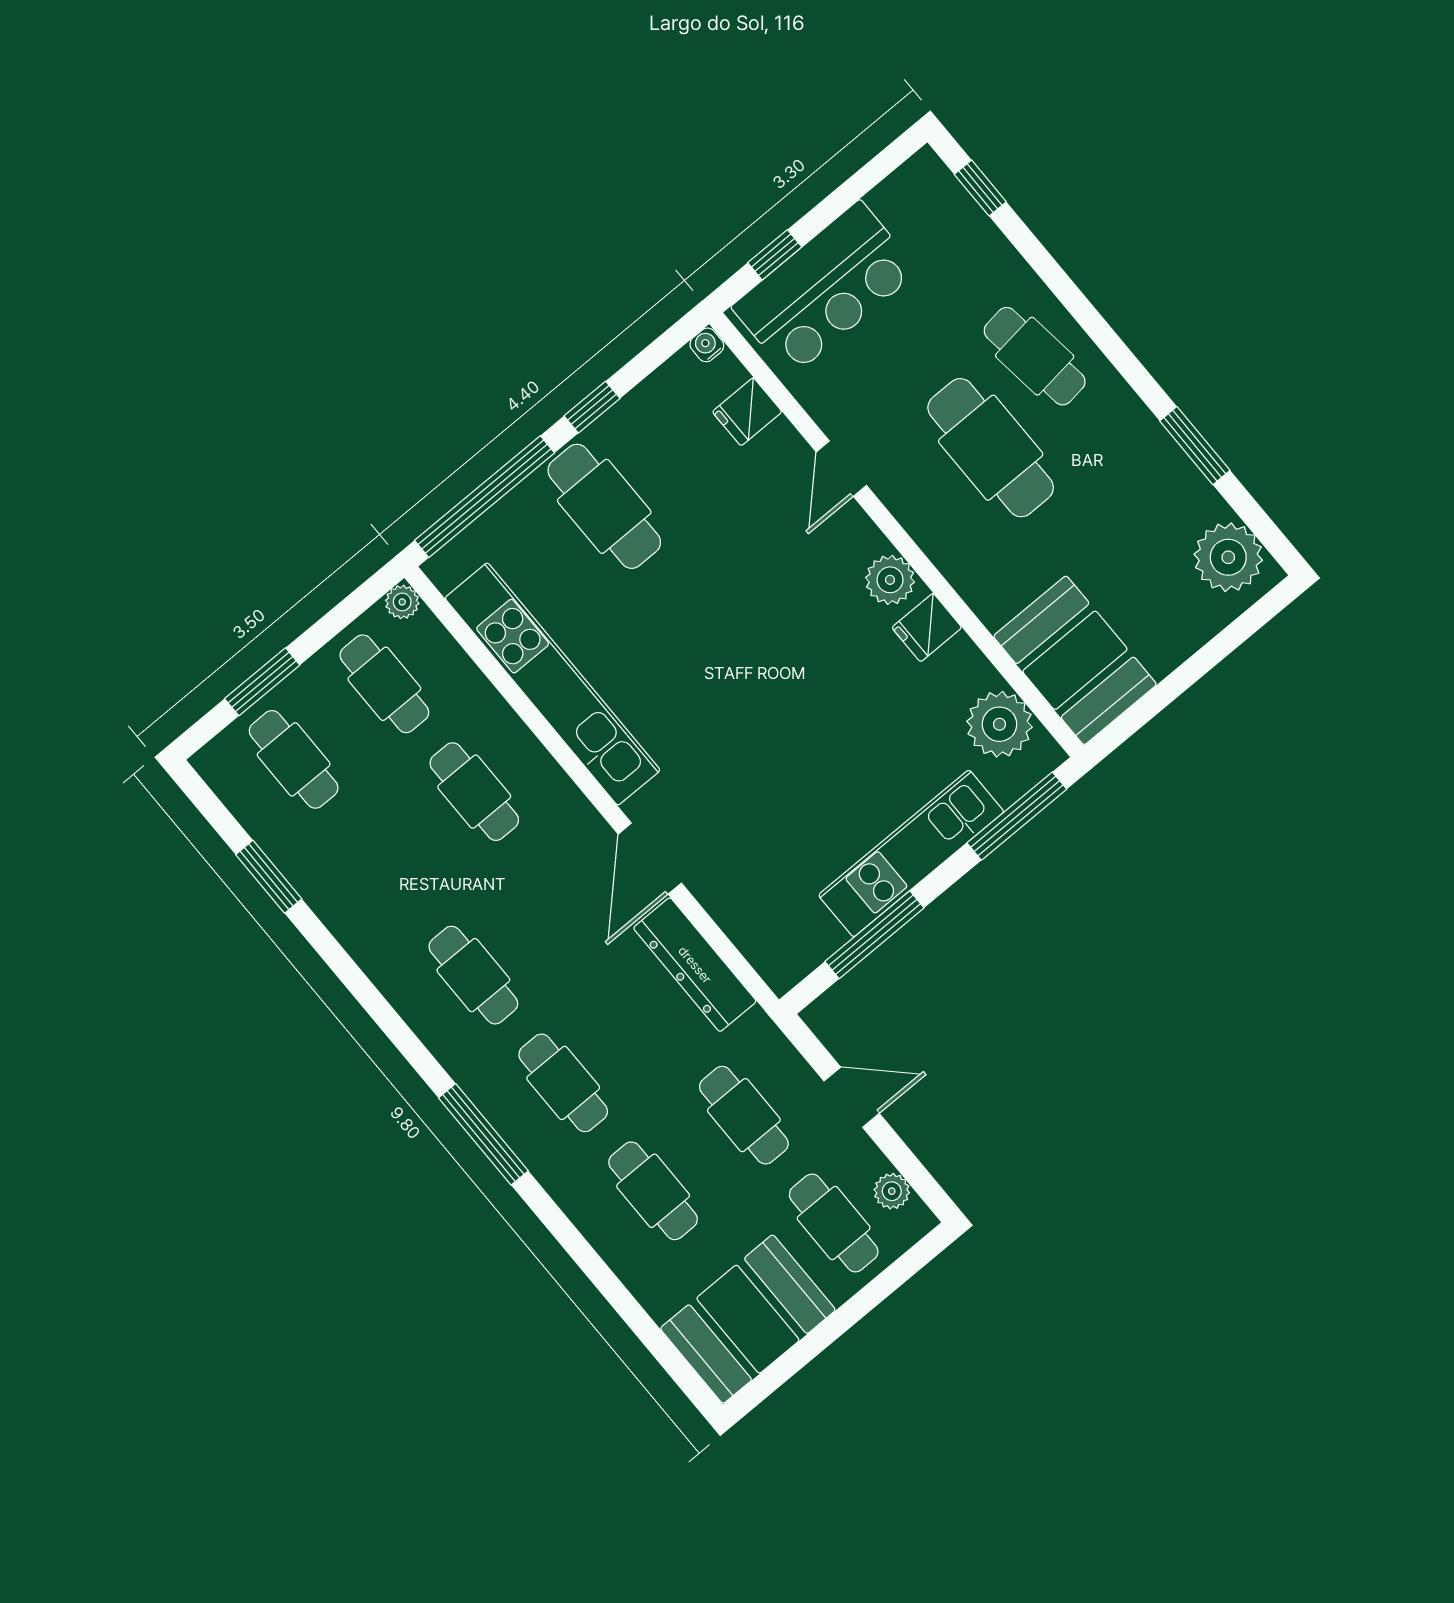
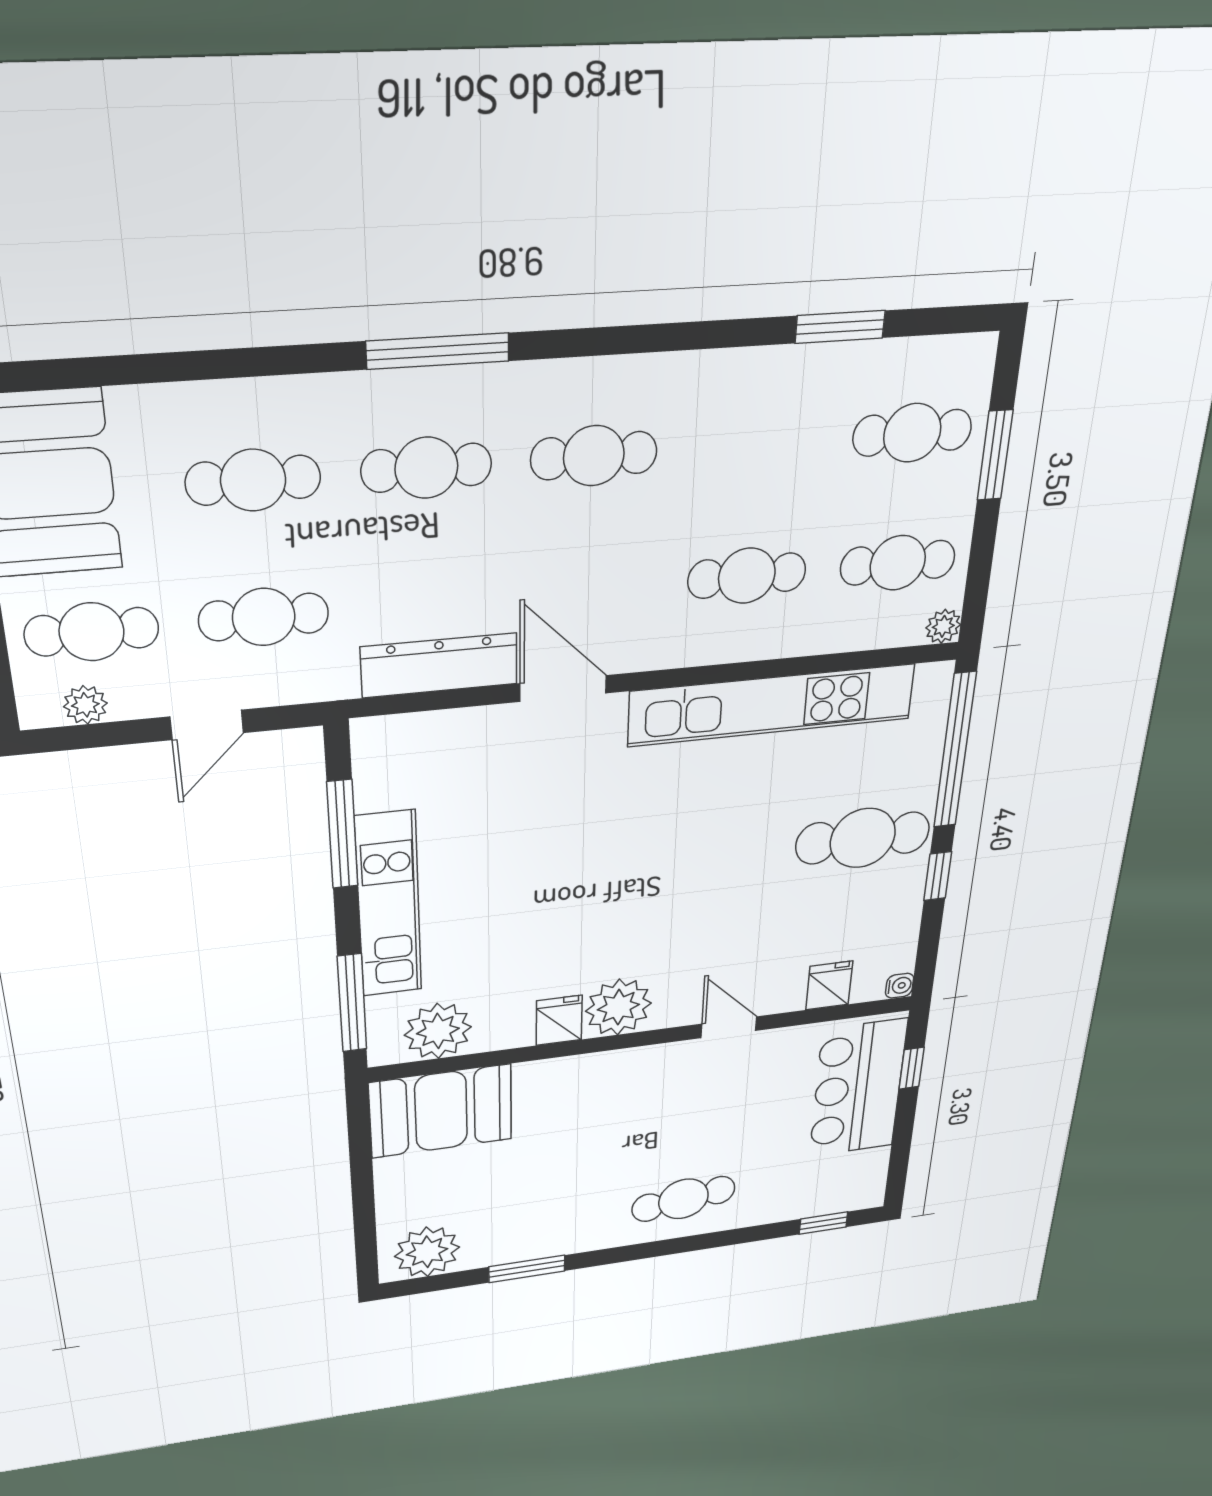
cafe table: (991, 448) -> (649, 1137), removed
plant: (890, 580) -> (618, 1007), width x1.36, depth x1.36

